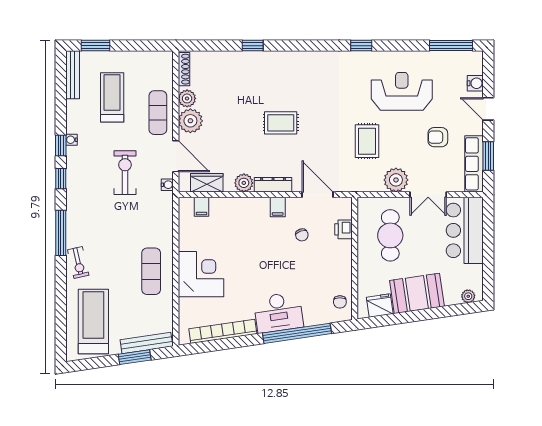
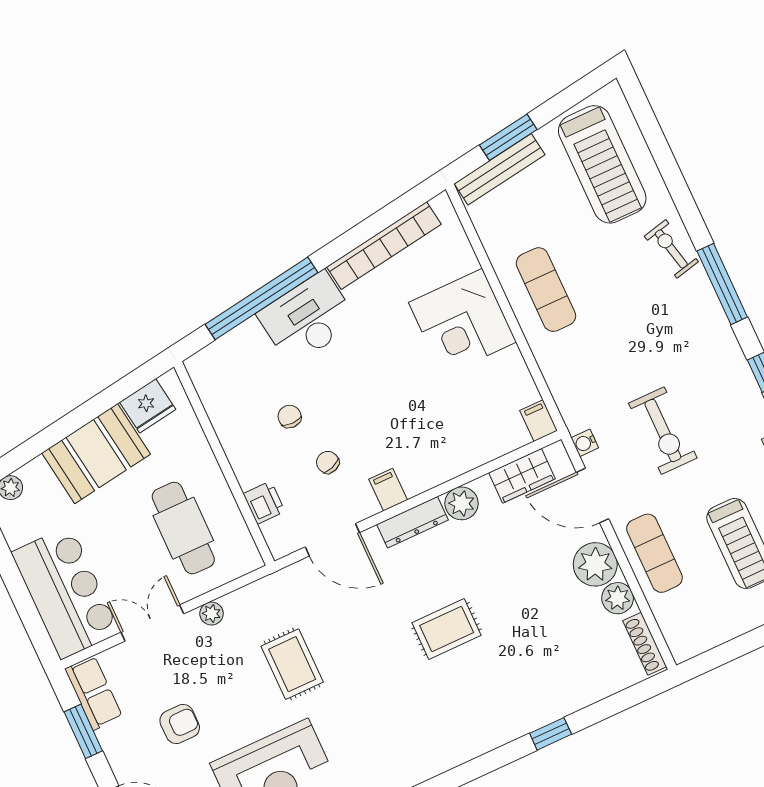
row of seats: (474, 164) -> (94, 693), width x0.68
plant: (396, 180) -> (211, 614), width x0.53, depth x0.53
filing cabinet: (202, 207) -> (539, 421), moved
chair: (340, 302) -> (290, 417), moved

